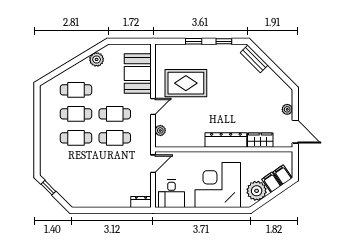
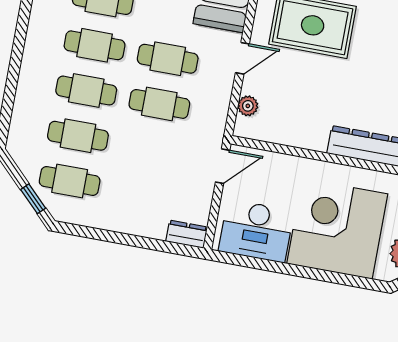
cafe table: (76, 162) -> (78, 136), added
cafe table: (76, 186) -> (70, 181), added
window: (48, 188) -> (33, 199), moved
desk: (171, 194) -> (256, 231), width x1.37

